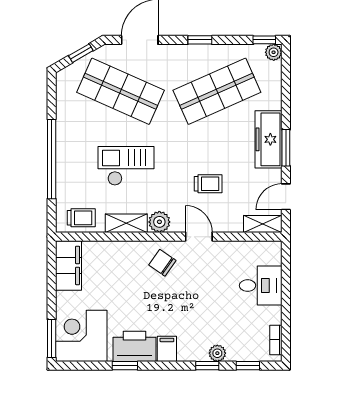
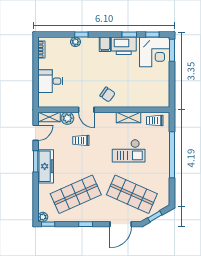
plant: (159, 222) -> (67, 118), moved
filing cabinet: (68, 265) -> (162, 93), removed
window: (248, 366) -> (152, 35), moved

